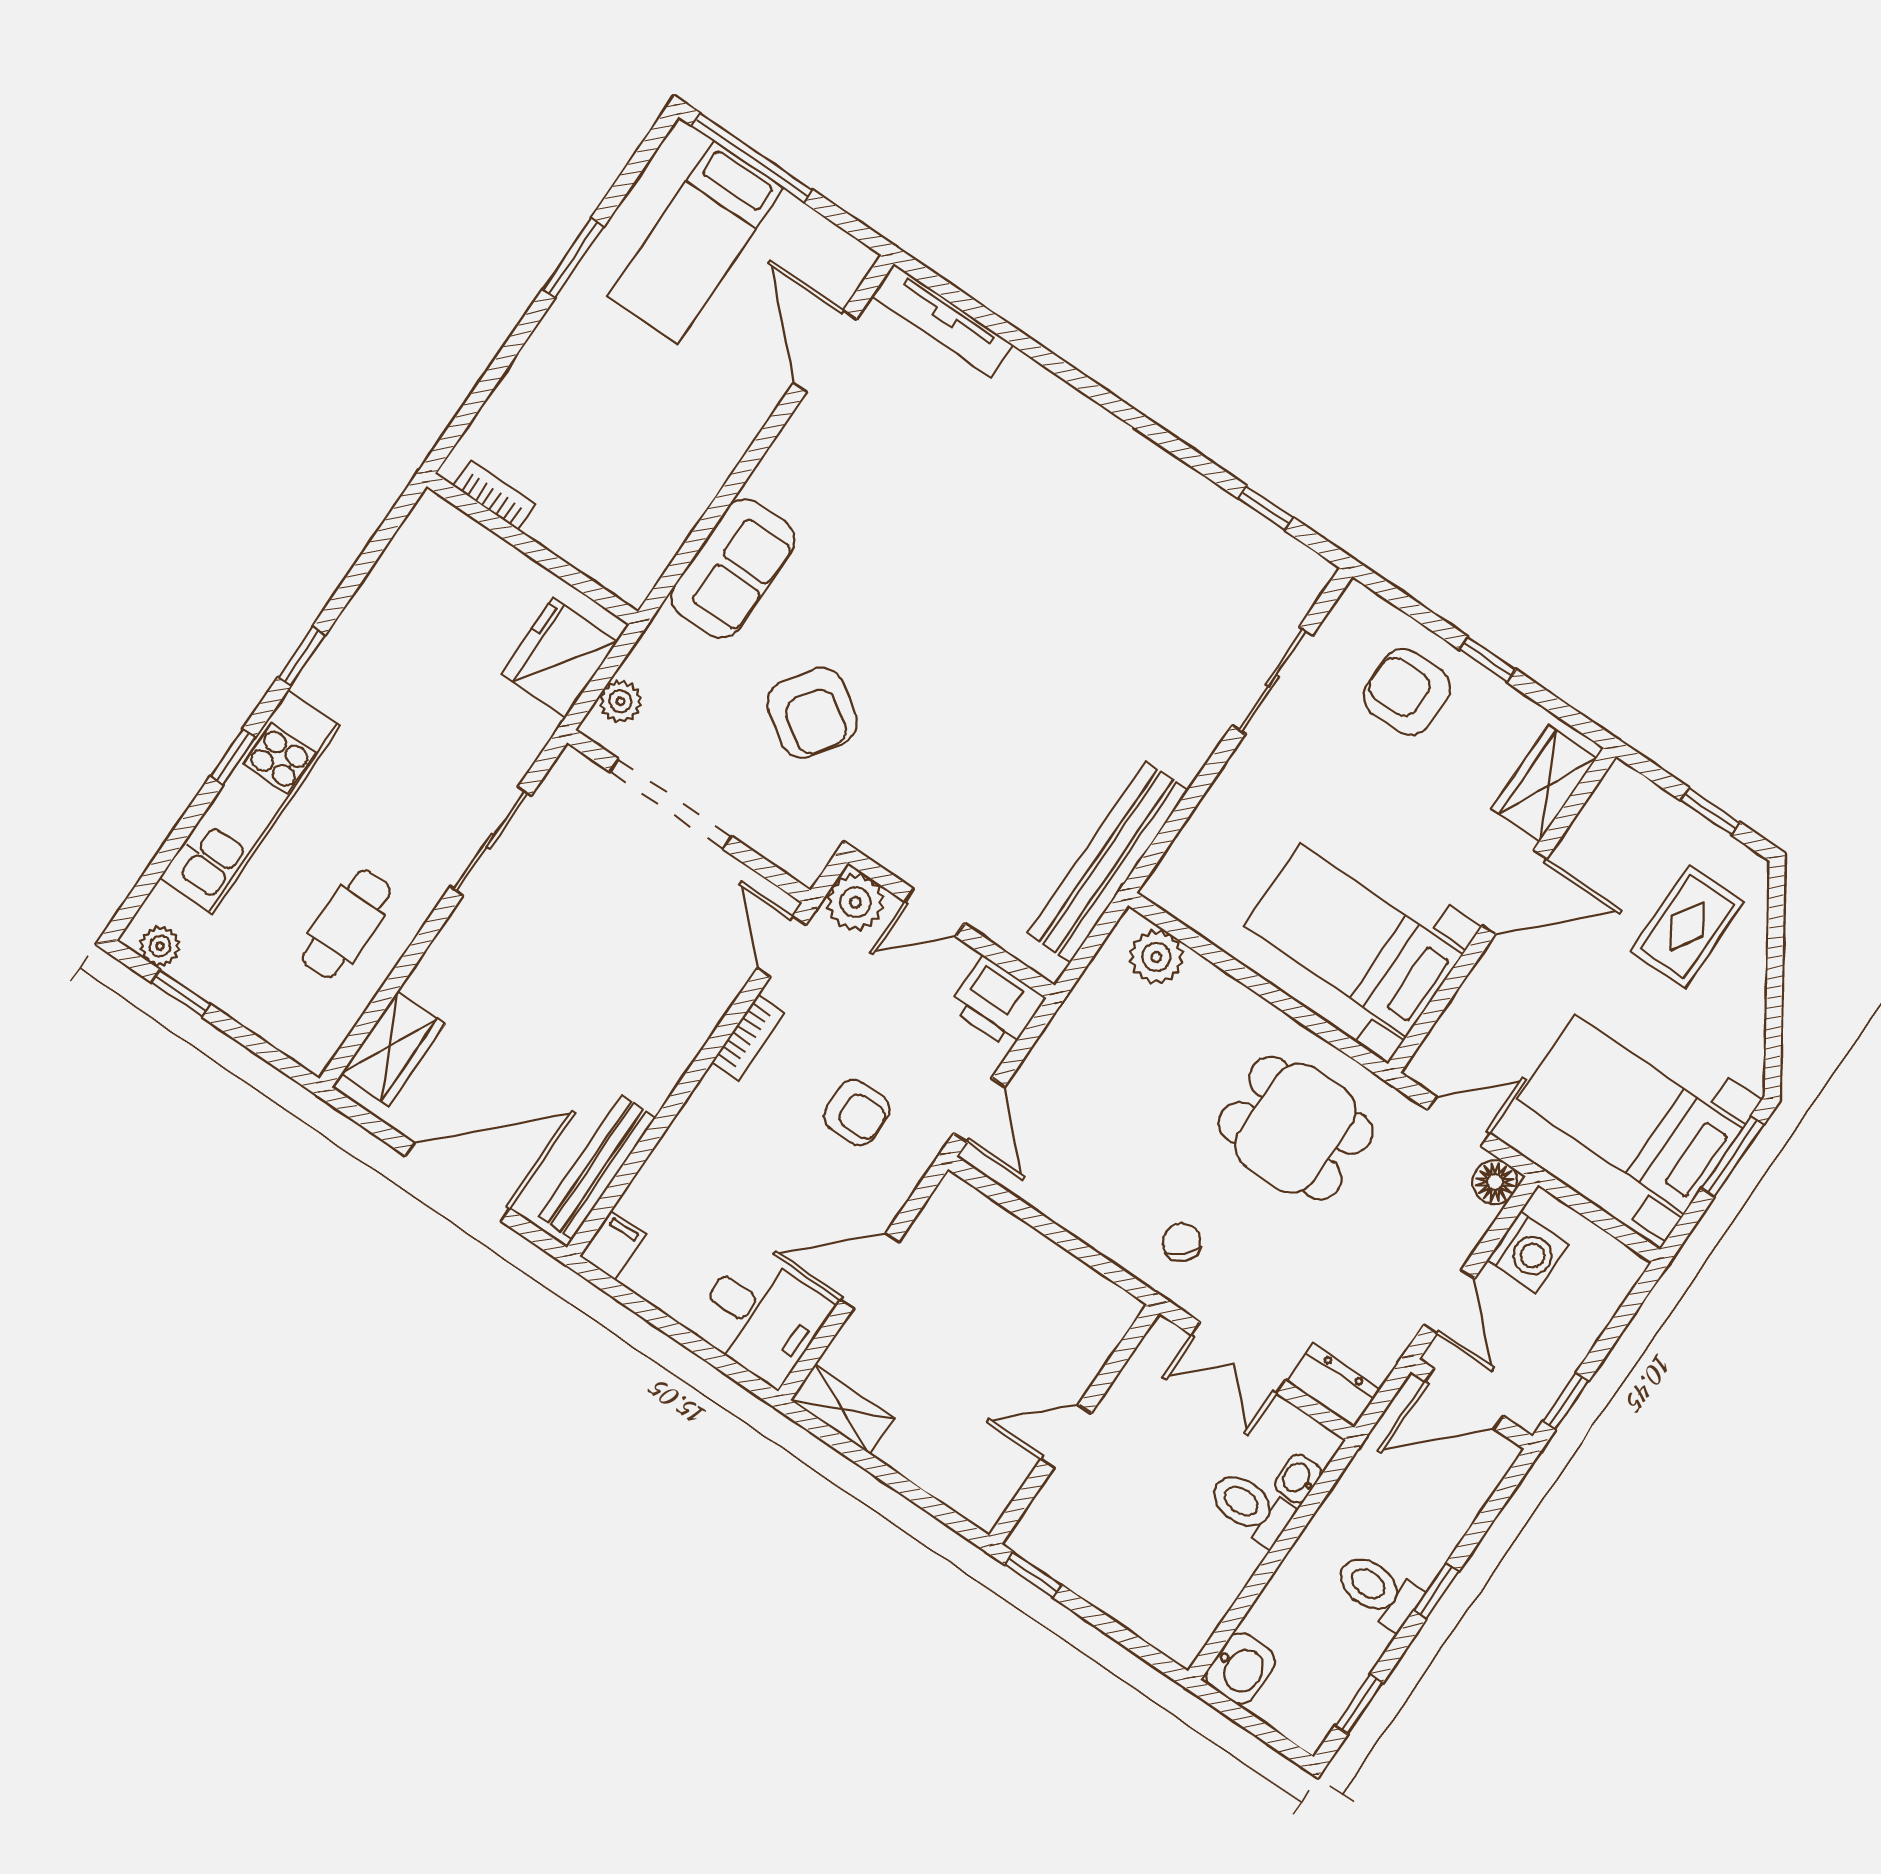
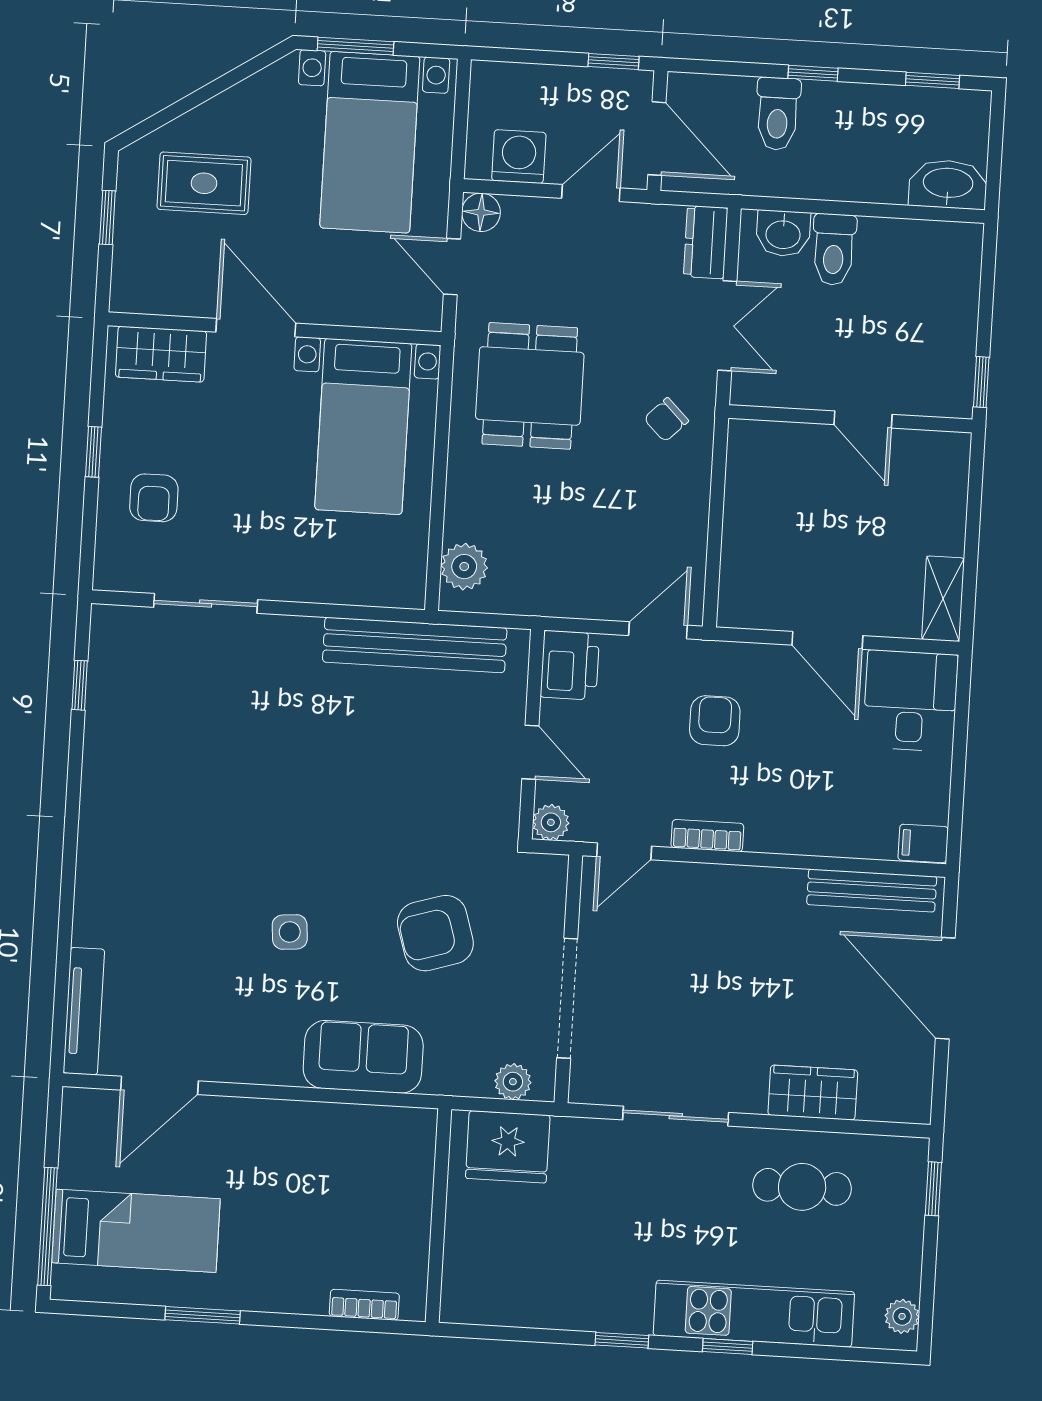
bookcase: (494, 495) -> (364, 1305), moved, turned 90
side table: (899, 570) -> (290, 932), added
armchair: (1407, 692) -> (154, 498), width x0.72, depth x0.72
armchair: (812, 713) -> (435, 933), turned -141
plant: (855, 902) -> (551, 822), width x0.73, depth x0.73
window: (181, 993) -> (933, 1189), moved
wardrobe: (393, 1049) -> (813, 1093), moved
washbasin: (1298, 1479) -> (783, 233), width x1.38, depth x1.45
toilet: (1378, 1590) -> (778, 114), moved
washbasin: (1241, 1669) -> (948, 184), width x1.38

